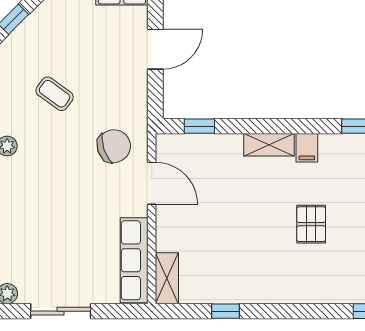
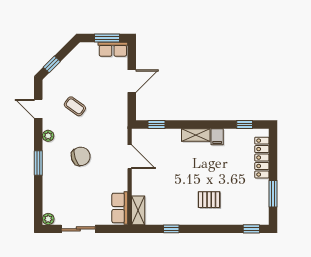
chair: (114, 146) -> (81, 156), moved
pallet: (311, 224) -> (209, 200), moved, turned 90
row of seats: (134, 260) -> (120, 208), width x0.68

